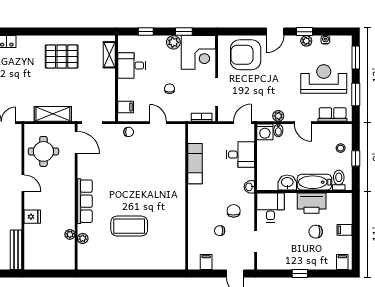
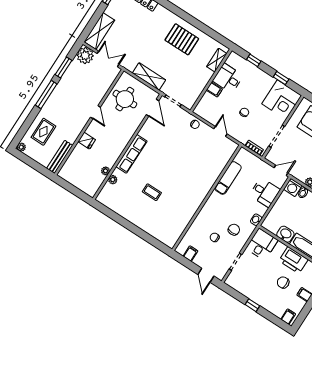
plant: (173, 42) -> (269, 81), removed
filing cabinet: (126, 107) -> (214, 90), moved
coffee table: (129, 226) -> (152, 192), width x0.54, depth x0.58

